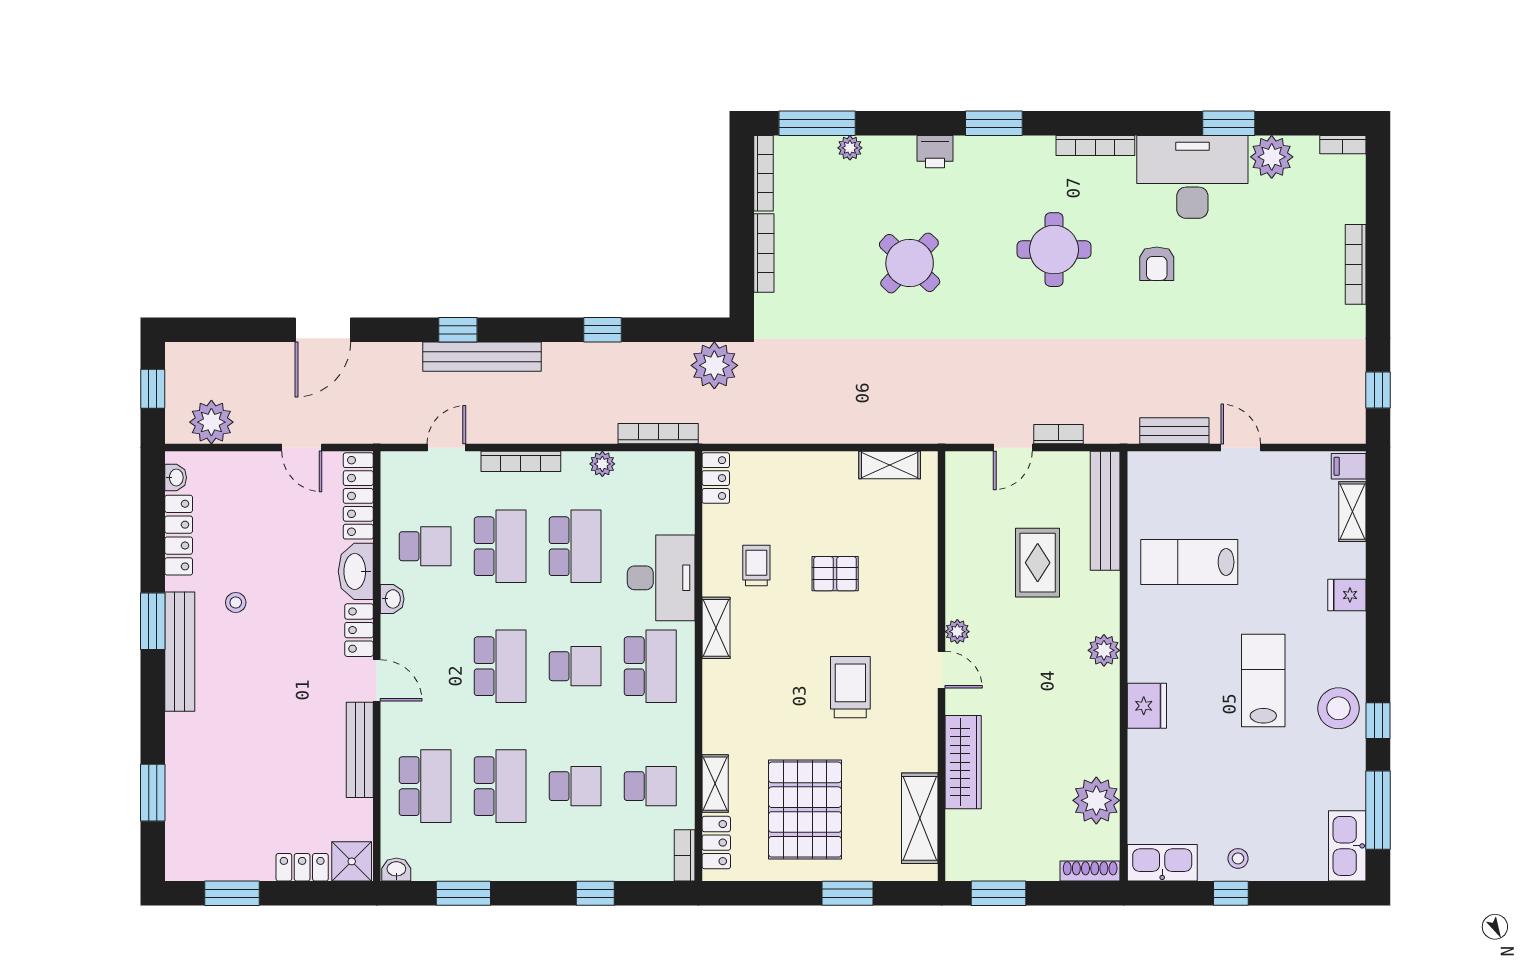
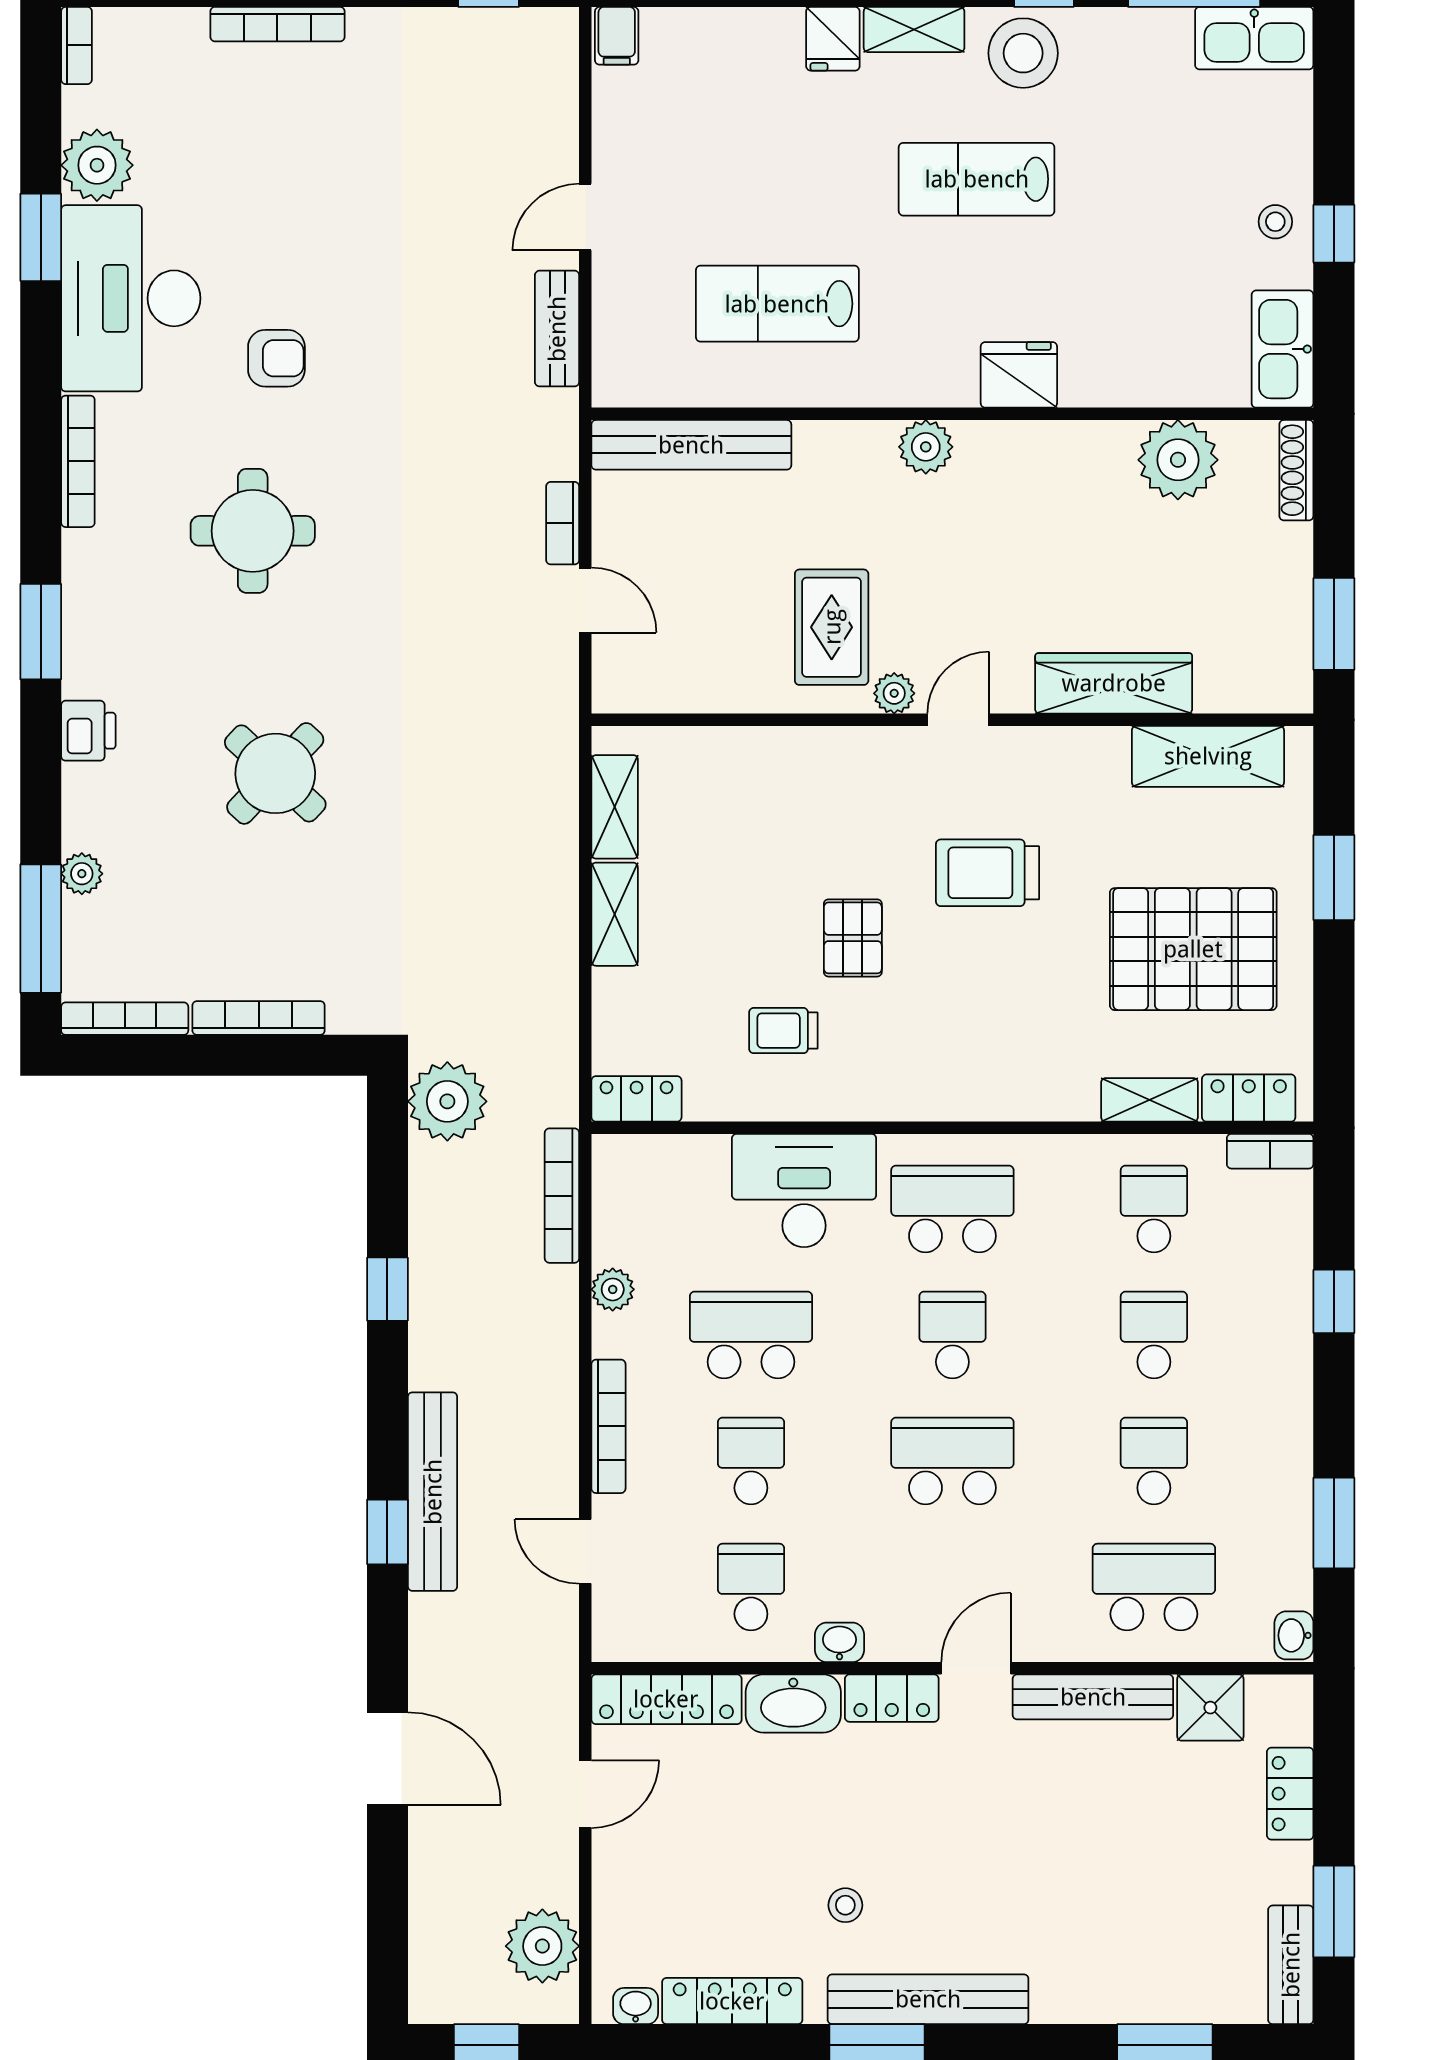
shelving: (1352, 512) -> (914, 30), moved
school desk: (500, 546) -> (751, 1461), width x0.54
lab bench: (1189, 562) -> (777, 304), turned 90
rug: (1038, 563) -> (832, 627), moved, turned 90
pallet: (835, 574) -> (853, 938), moved
shelving: (716, 628) -> (615, 914), moved, turned 90
school desk: (500, 786) -> (1154, 1461), width x0.54
shower: (352, 861) -> (1210, 1708), moved
bench: (200, 868) -> (1291, 1965), added

